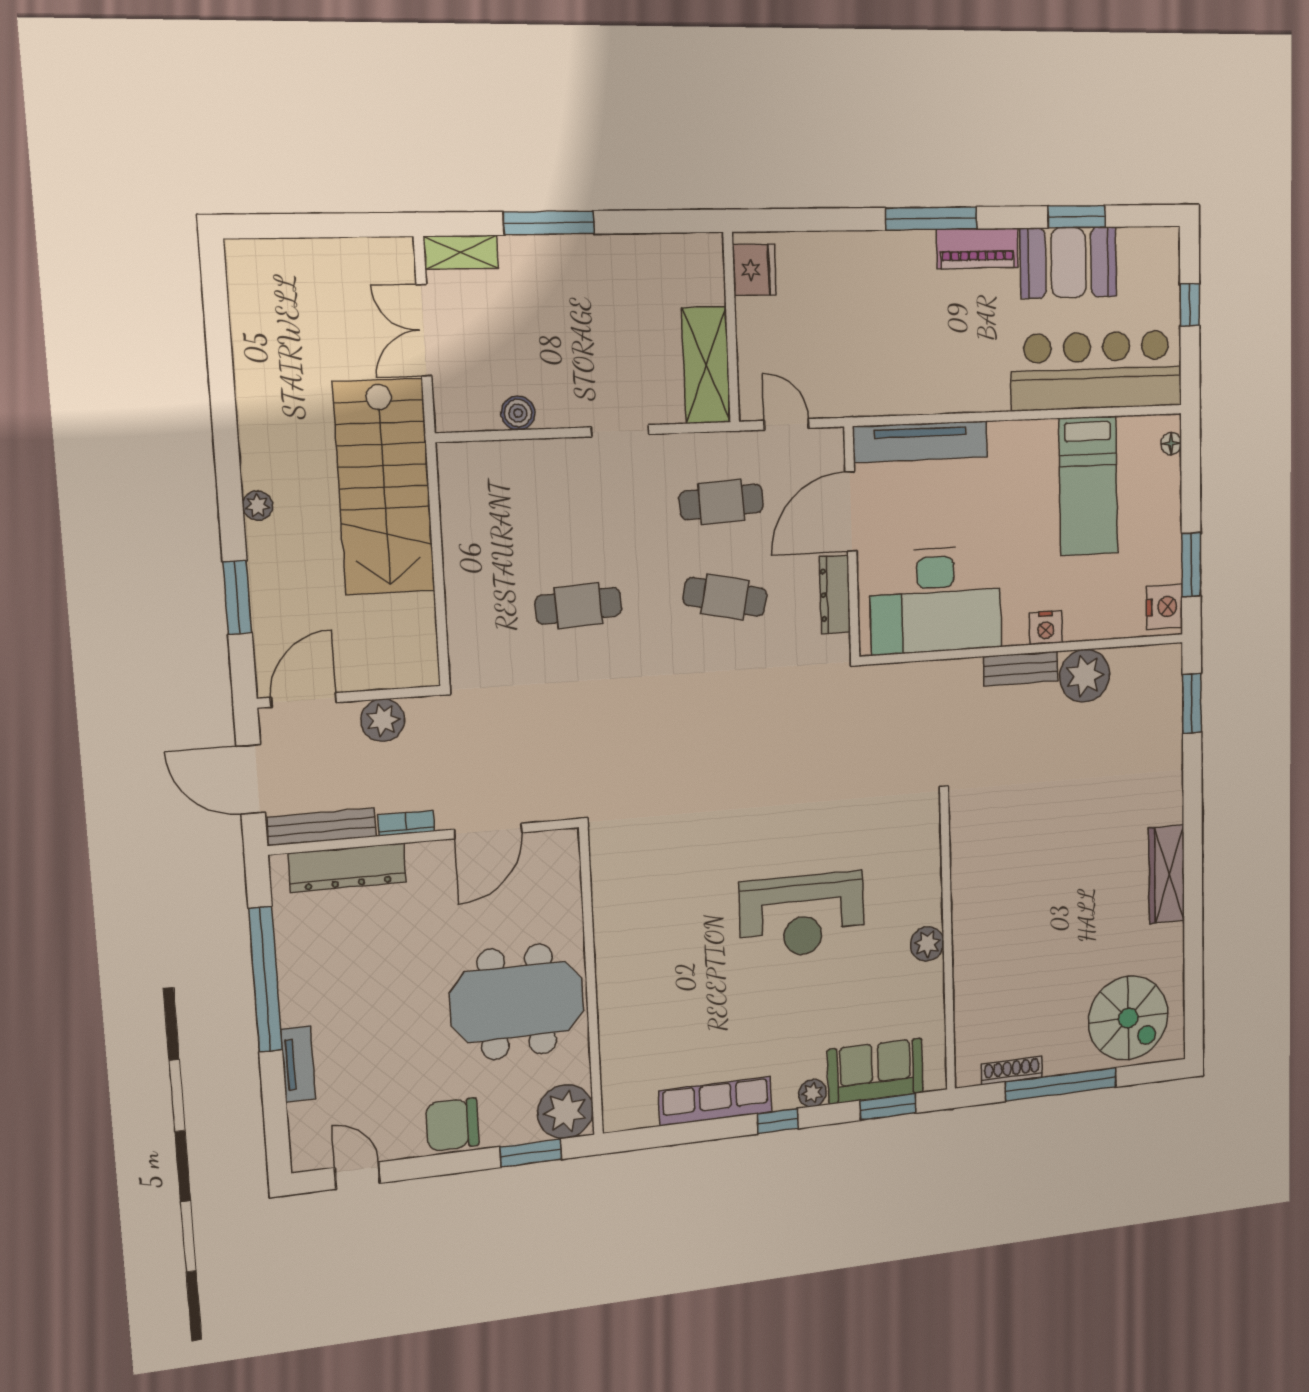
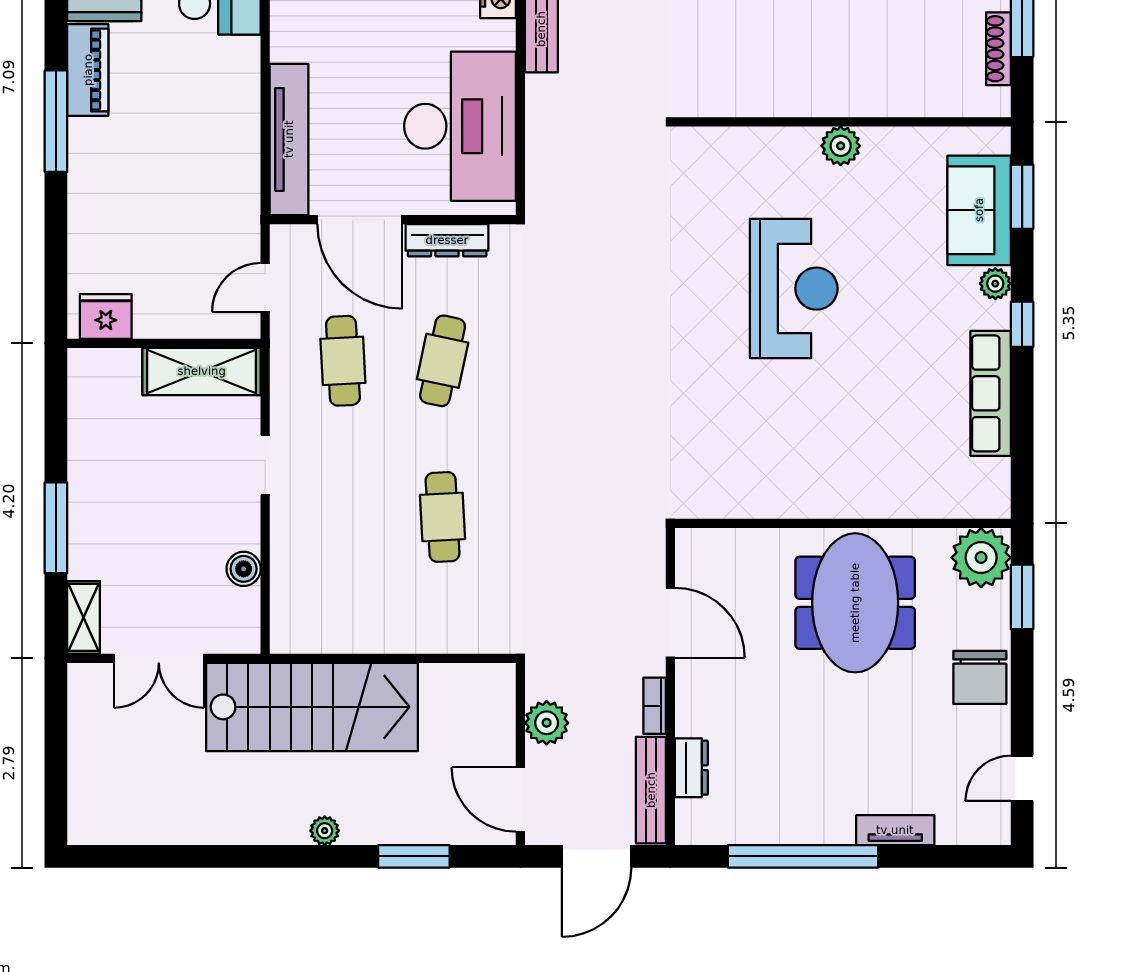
dresser: (347, 868) -> (691, 768), width x0.51, depth x0.80

